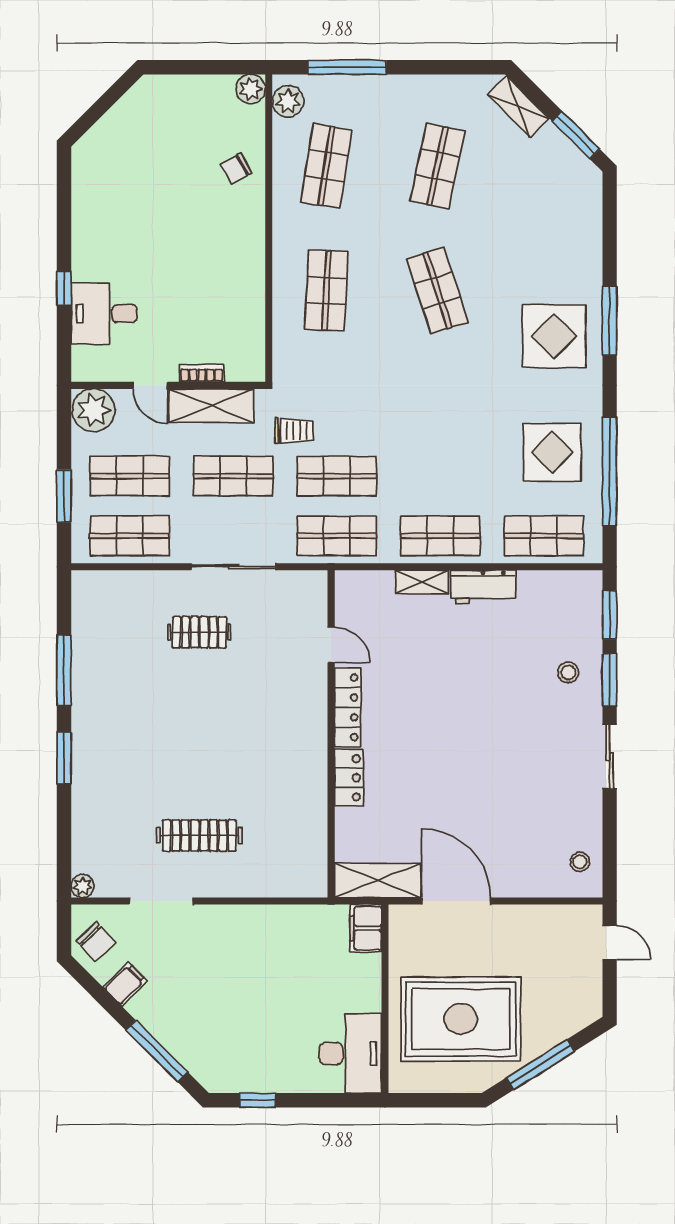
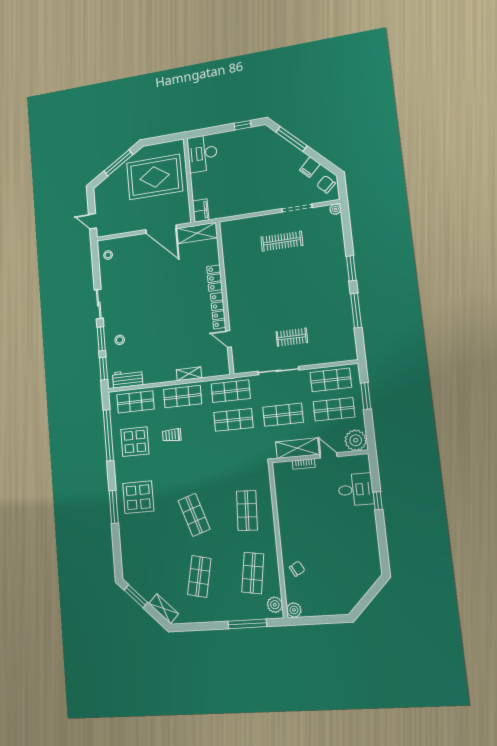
trolley: (294, 431) -> (172, 435), moved
workbench: (483, 587) -> (128, 379), moved

